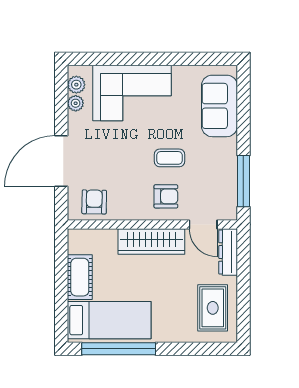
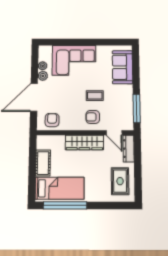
plant: (76, 85) -> (43, 76), moved
armchair: (166, 196) -> (93, 117), turned 180

